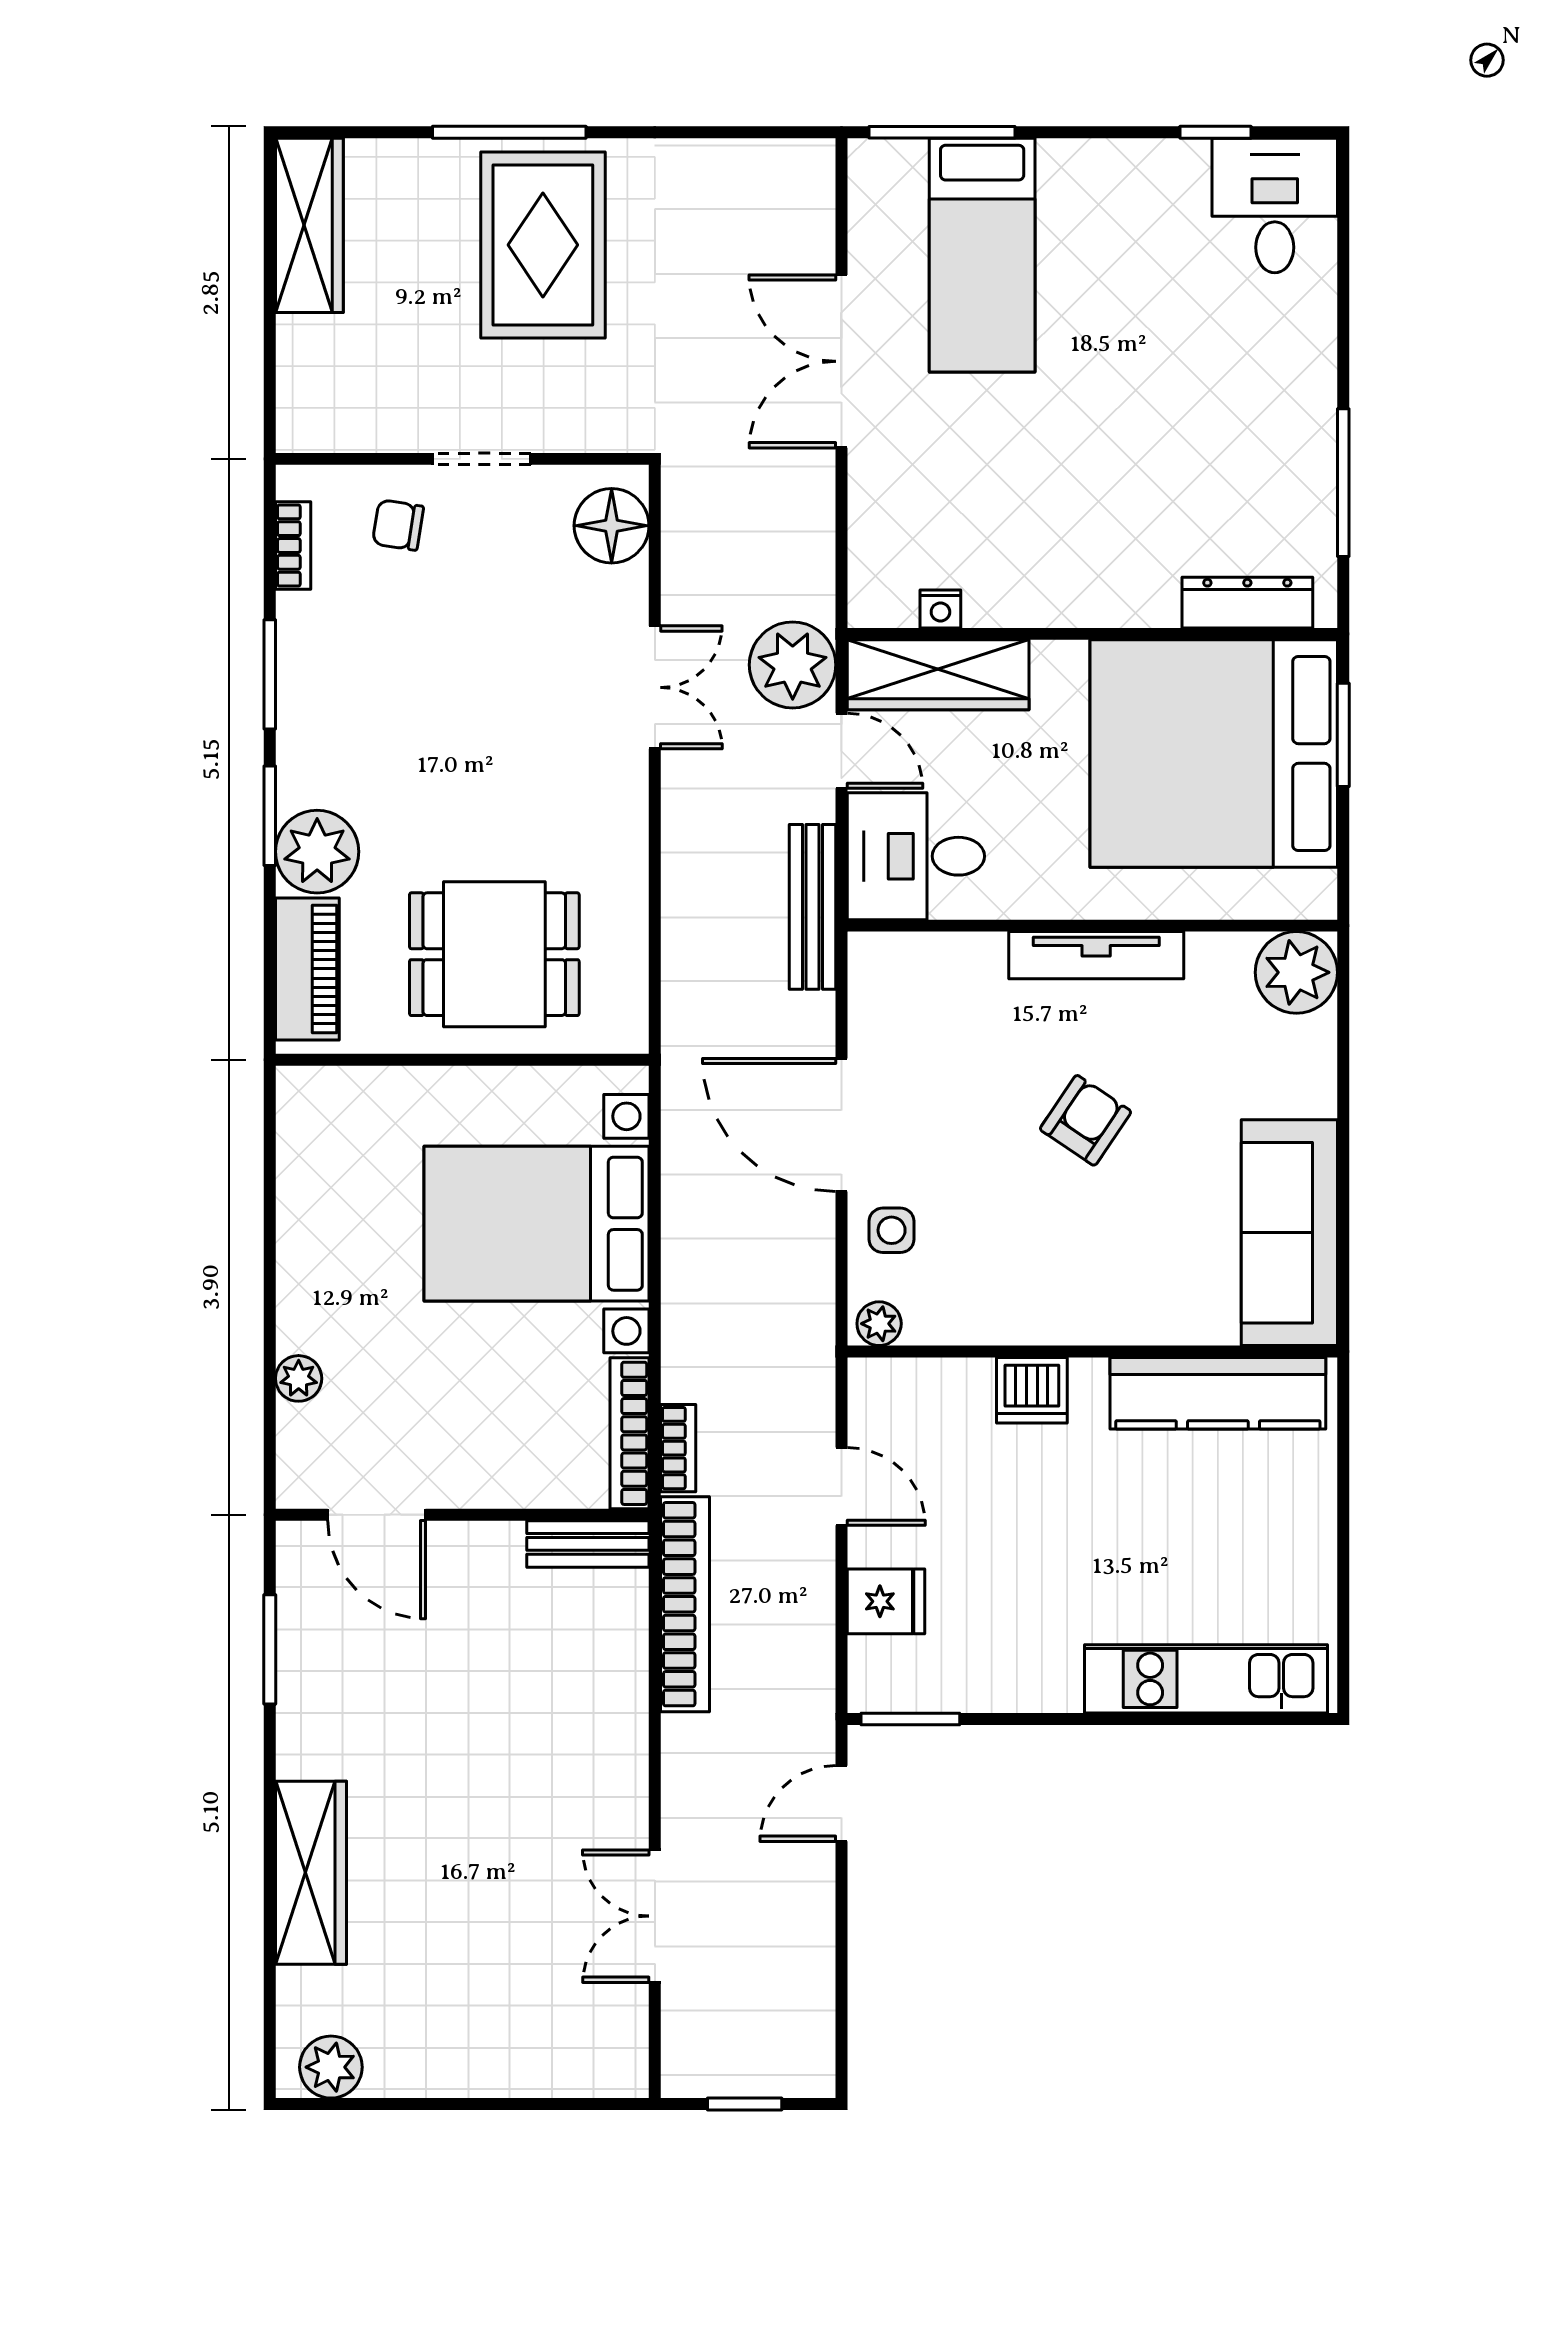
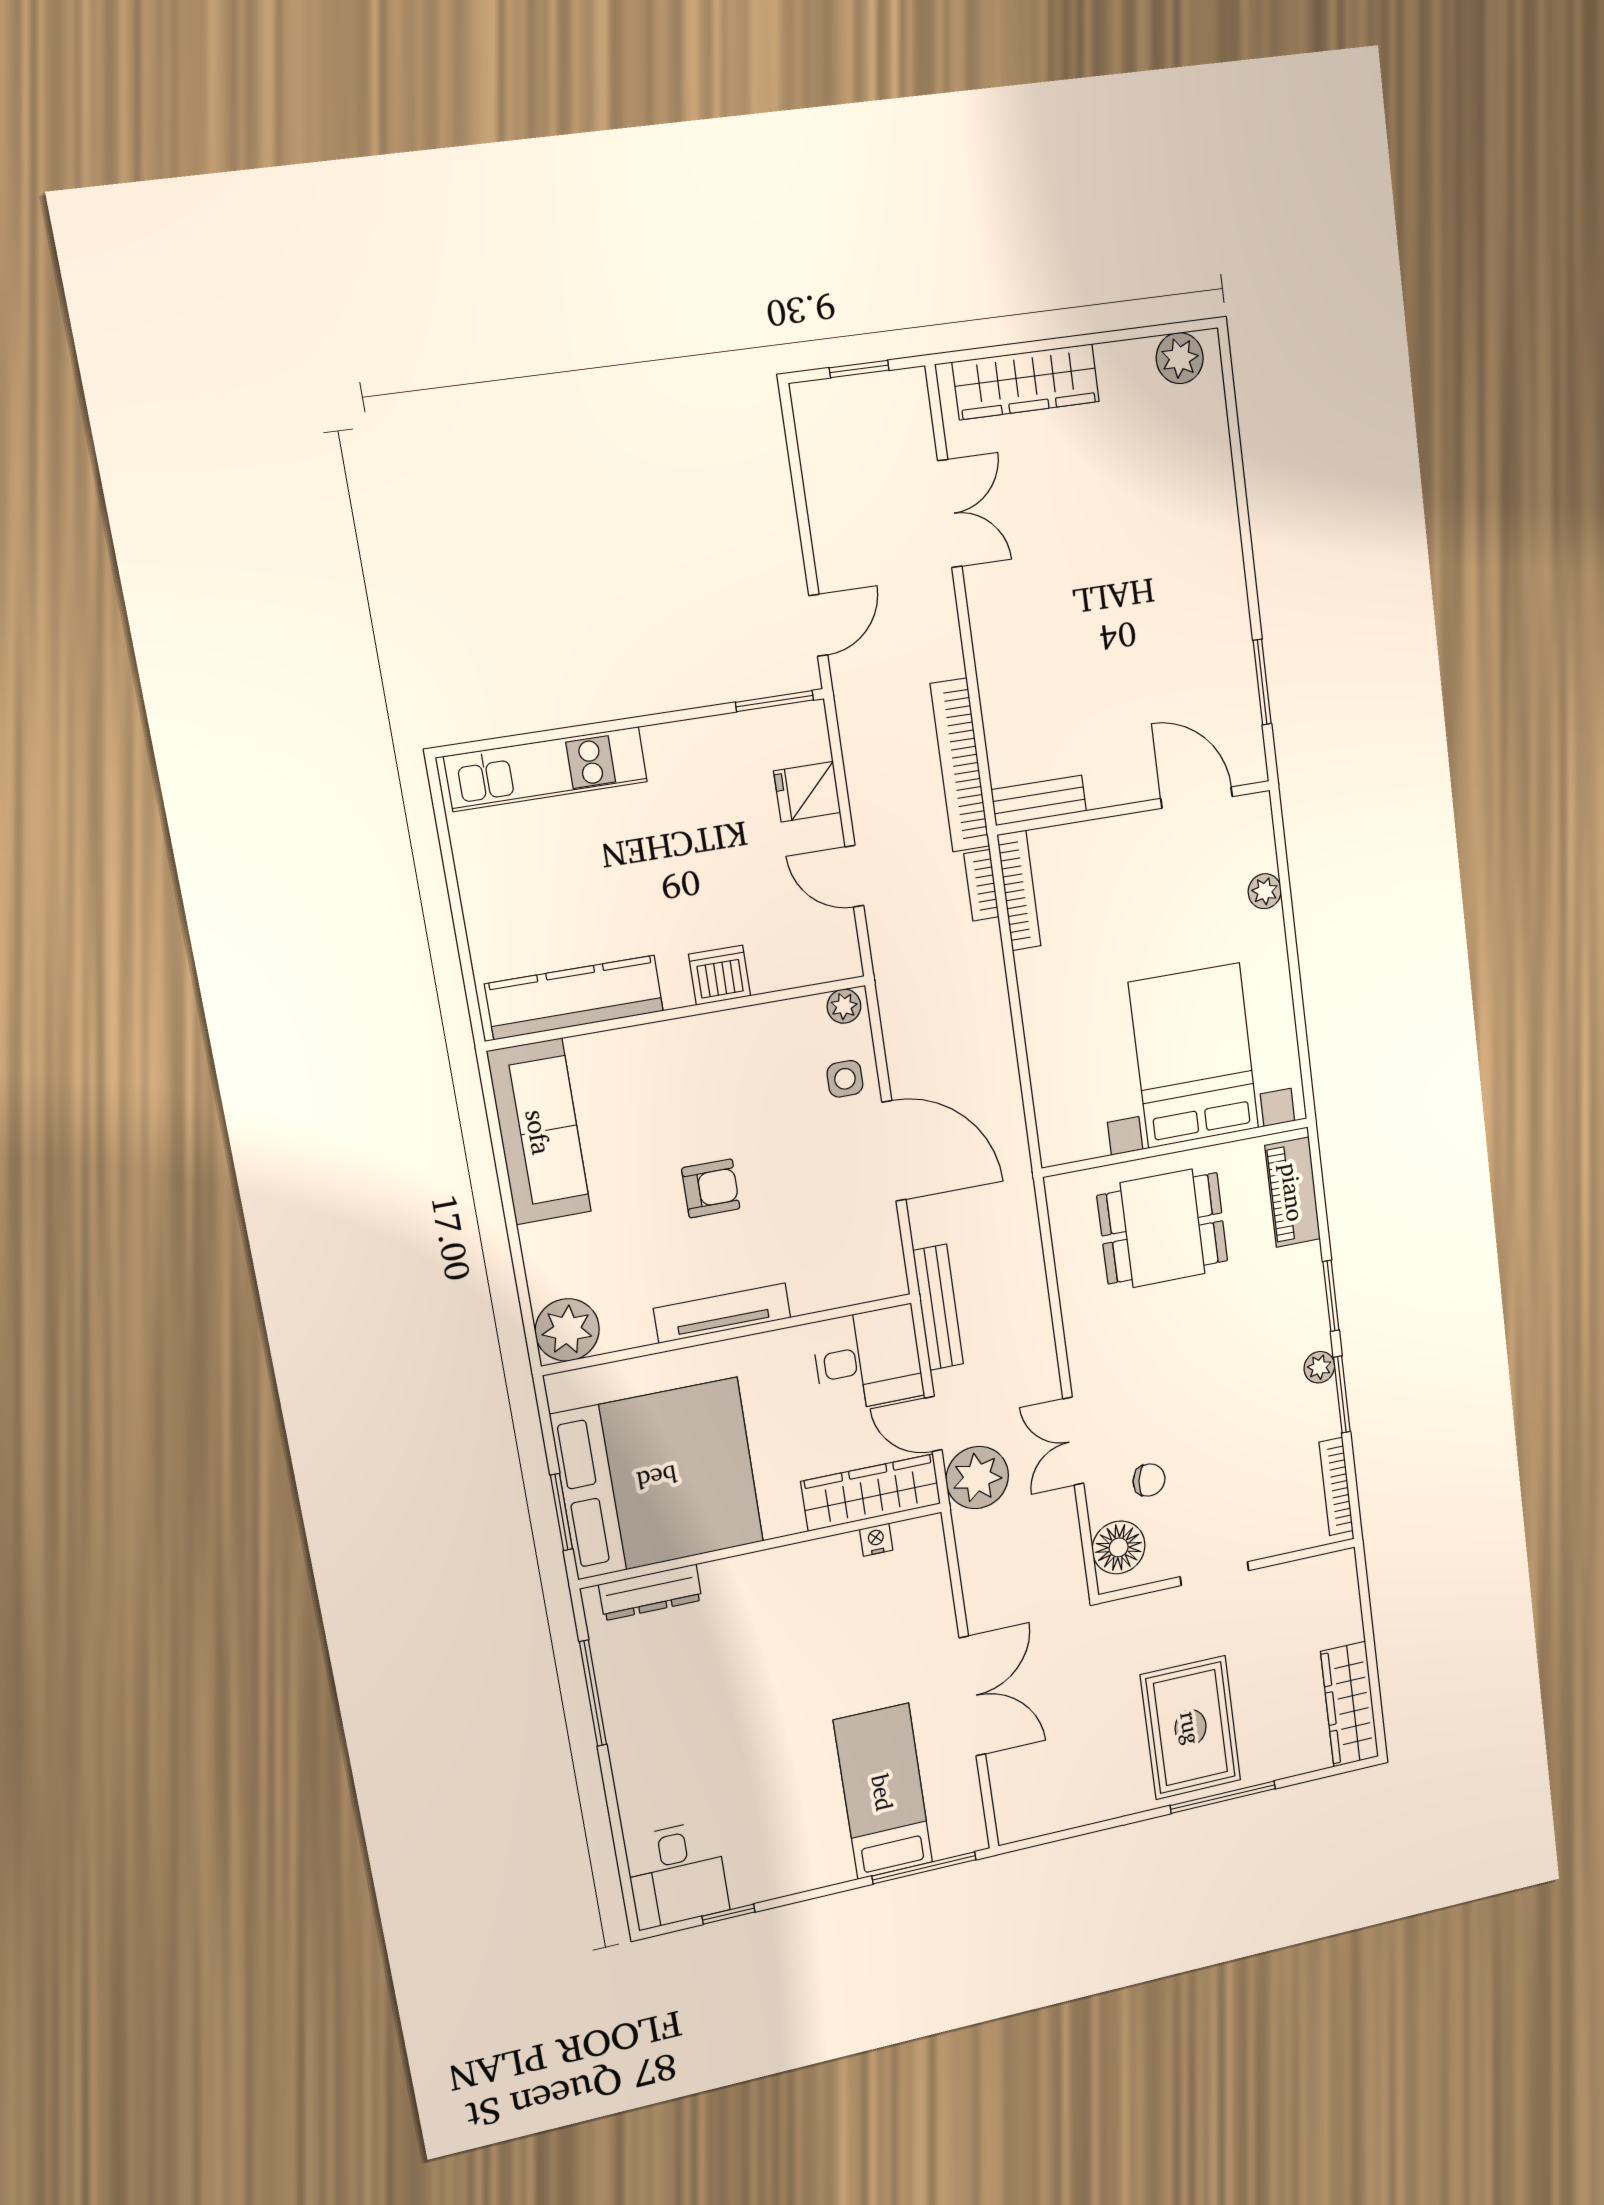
chair: (398, 525) -> (1149, 1480), moved
bookcase: (293, 545) -> (1336, 1486), width x1.56
plant: (317, 852) -> (1319, 1367), moved, width x0.53, depth x0.53
armchair: (1086, 1120) -> (711, 1188), turned -124
bed with nightstands: (536, 1224) -> (1194, 1056), moved, turned -90
wardrobe: (311, 1873) -> (1026, 382), moved, turned -90

